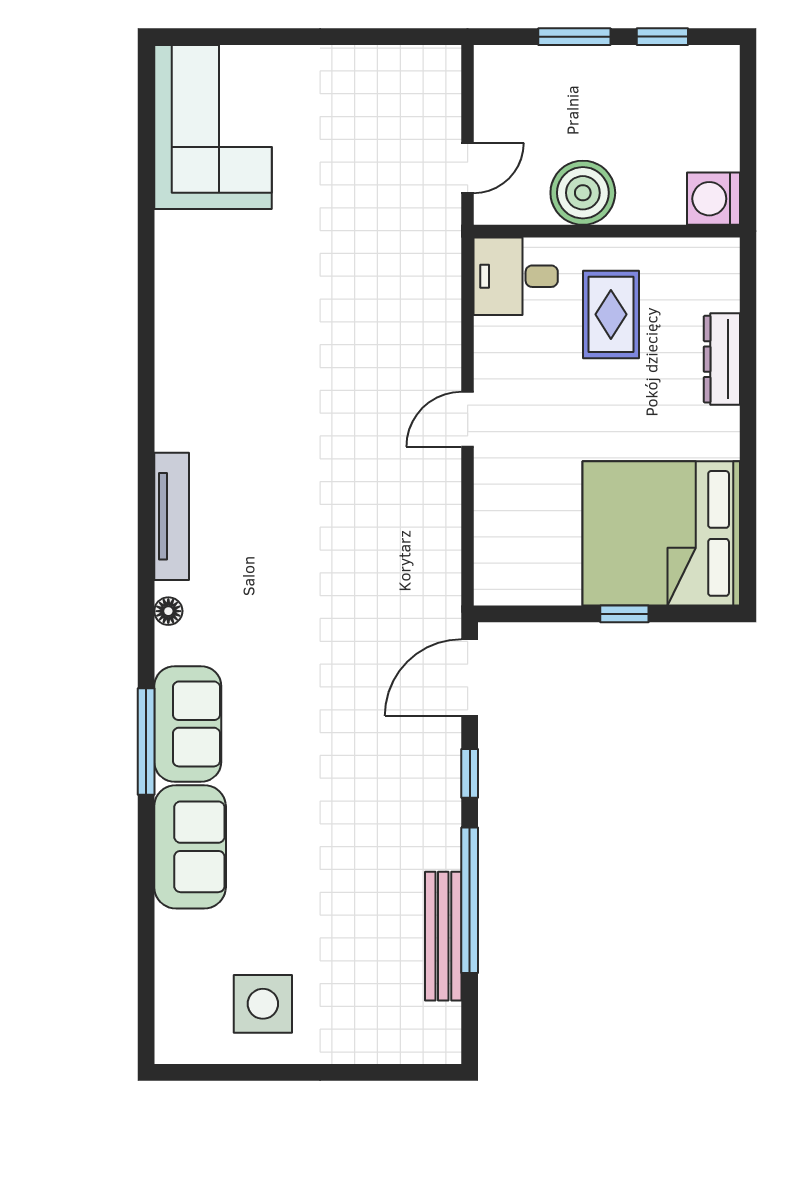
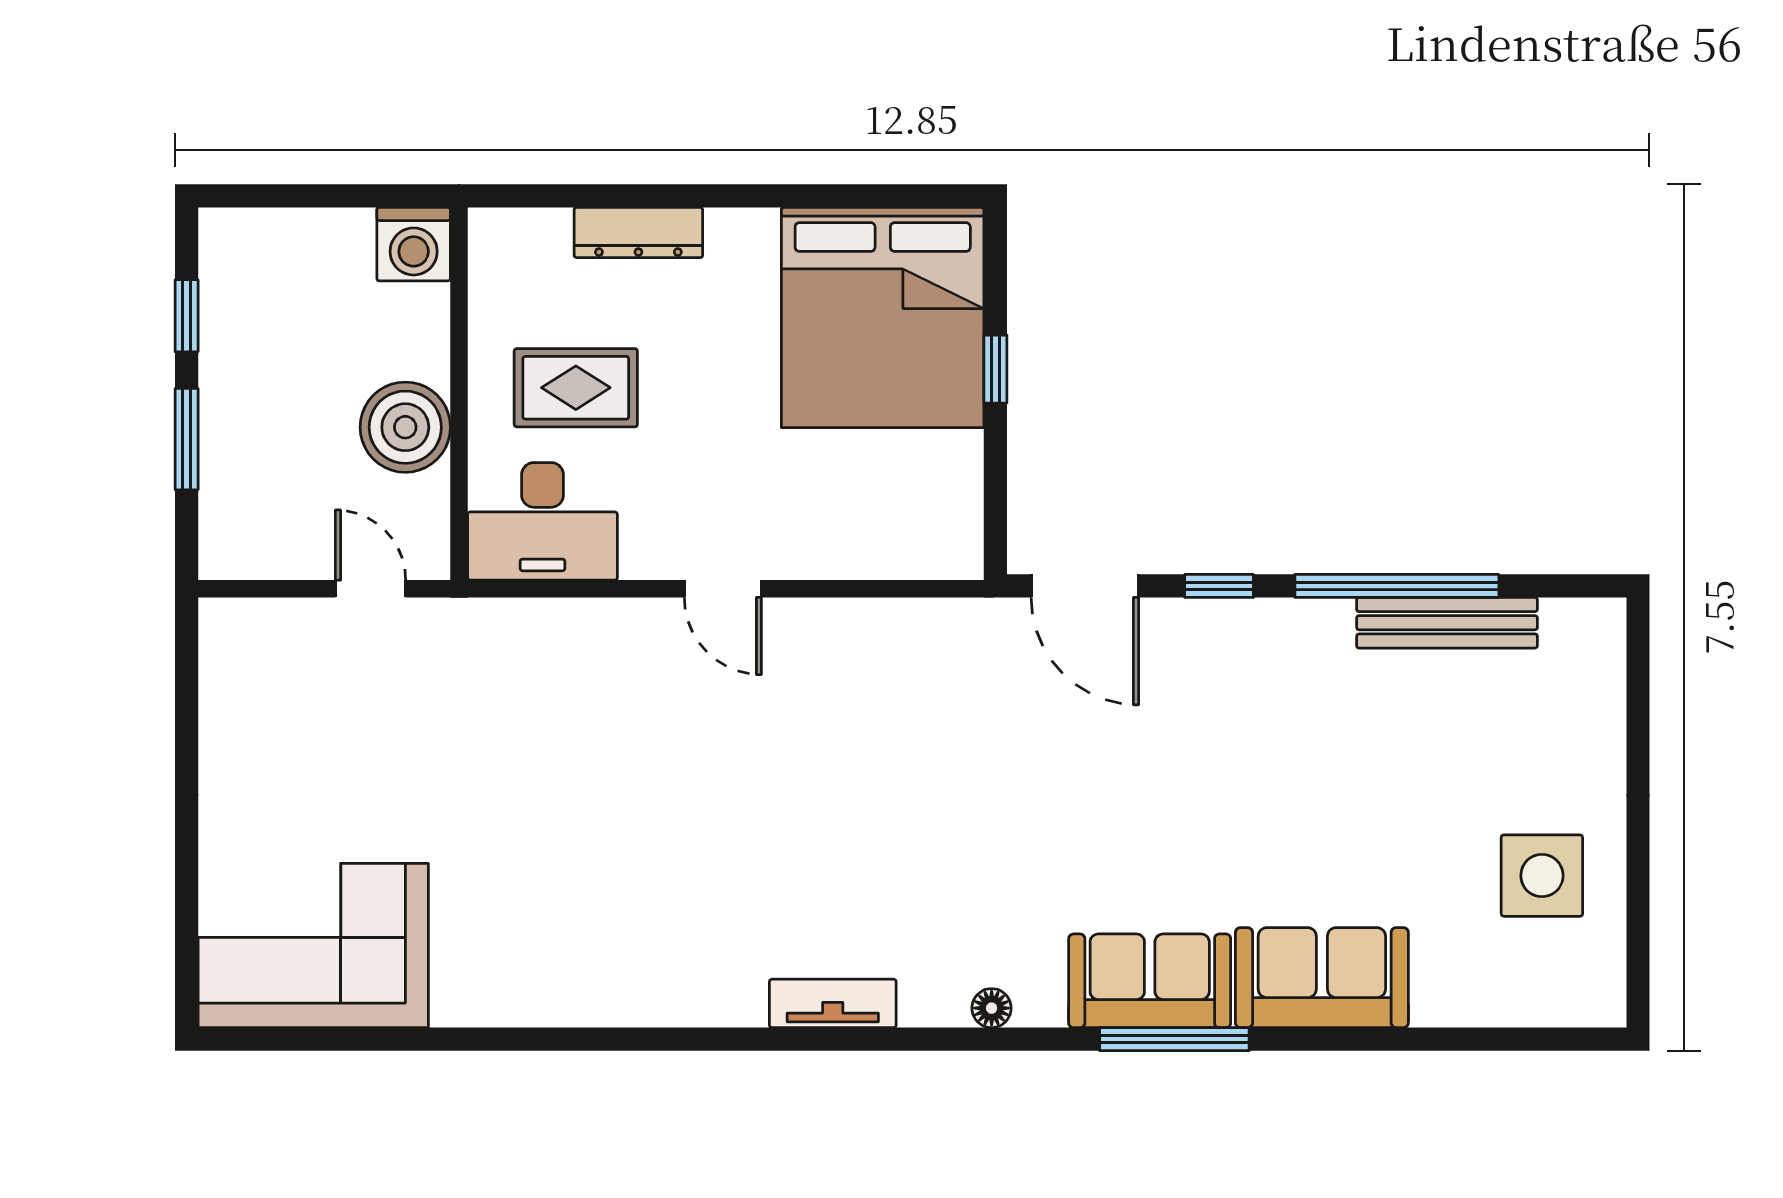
desk: (516, 276) -> (543, 521), width x1.37
tv unit: (172, 516) -> (833, 1003), width x0.71

